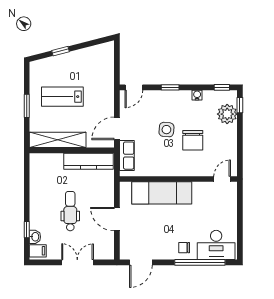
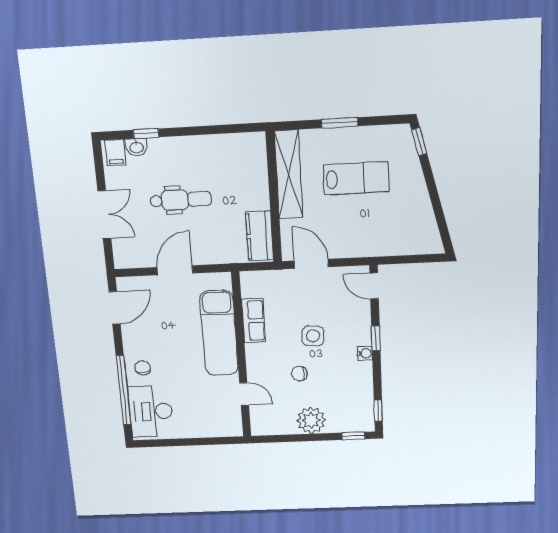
window: (60, 51) -> (419, 142), moved
water cooler: (197, 95) -> (365, 353), moved
lab bench: (62, 97) -> (356, 178), turned 90
plant: (227, 114) -> (311, 420), moved
chair: (193, 140) -> (299, 374), width x0.54, depth x0.54
row of seats: (127, 156) -> (254, 321), moved, turned -90
kitchen counter: (89, 161) -> (260, 236), width x0.67
door: (222, 179) -> (244, 394), moved
door: (141, 262) -> (115, 308), swing flipped

